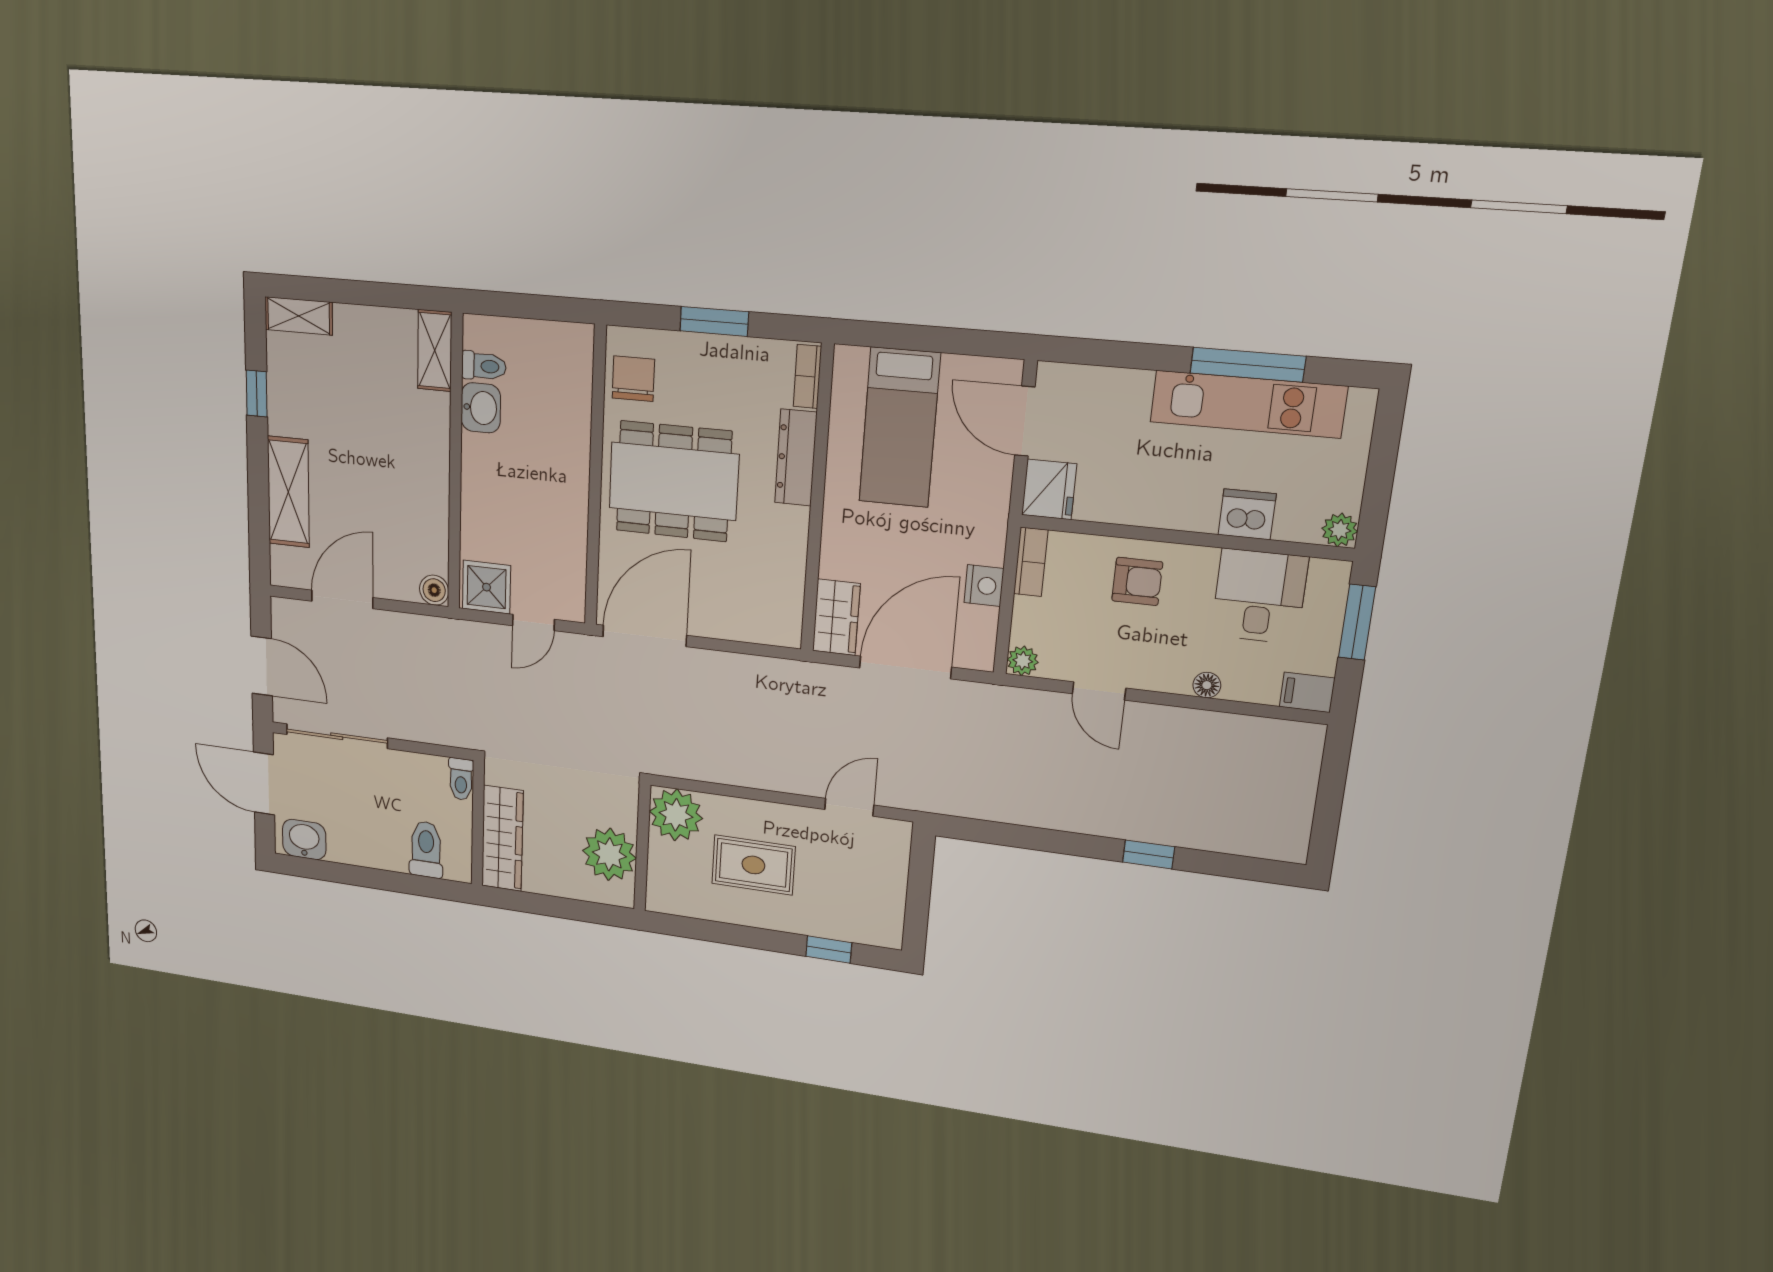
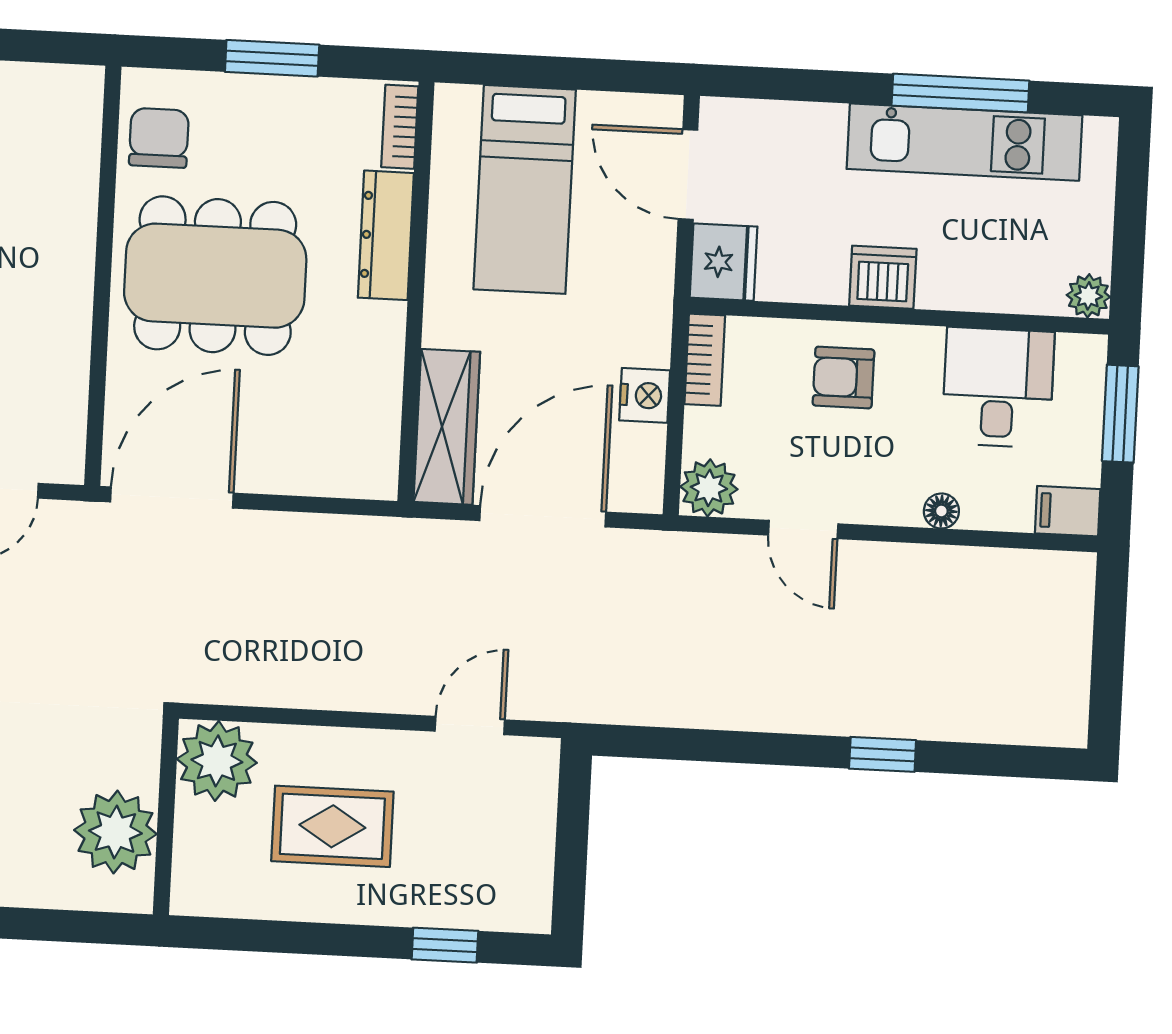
dishwasher: (1247, 514) -> (883, 277), moved
armchair: (1137, 581) -> (843, 377), turned 180
wardrobe: (836, 617) -> (447, 427), width x1.50
plant: (1023, 661) -> (709, 488), width x1.38, depth x1.38

